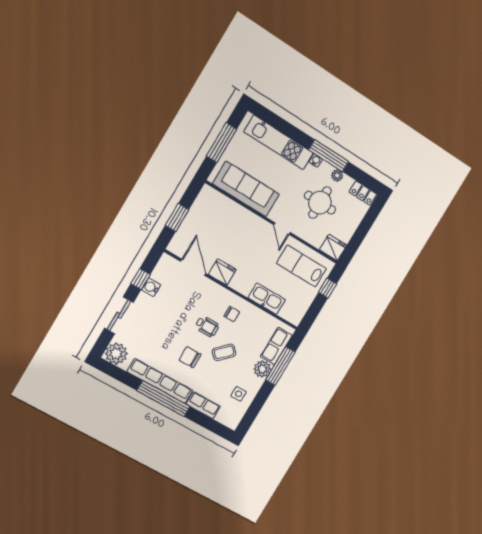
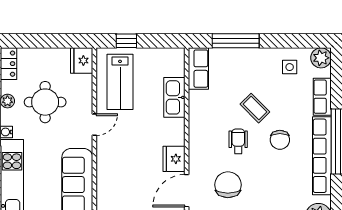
chair: (232, 314) -> (228, 185), moved, width x1.87, depth x1.87
row of seats: (276, 346) -> (198, 69), moved, turned -90
plant: (262, 369) -> (321, 58), moved

